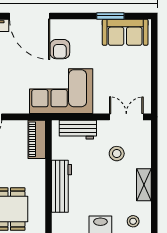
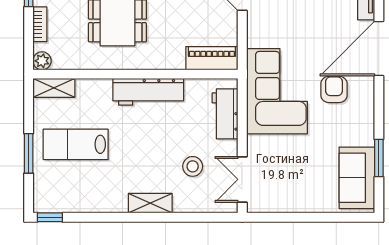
armchair: (60, 49) -> (334, 89), turned 90
double door: (126, 117) -> (242, 179), swing flipped
stool: (133, 221) -> (101, 189), removed

